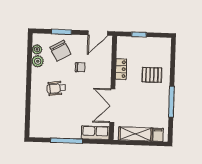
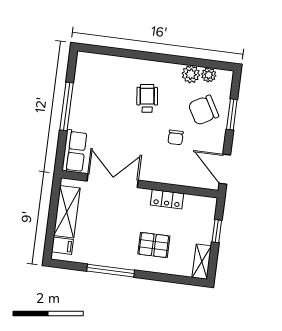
shelving: (160, 42) -> (202, 262), added
pallet: (152, 75) -> (154, 245), turned 90

